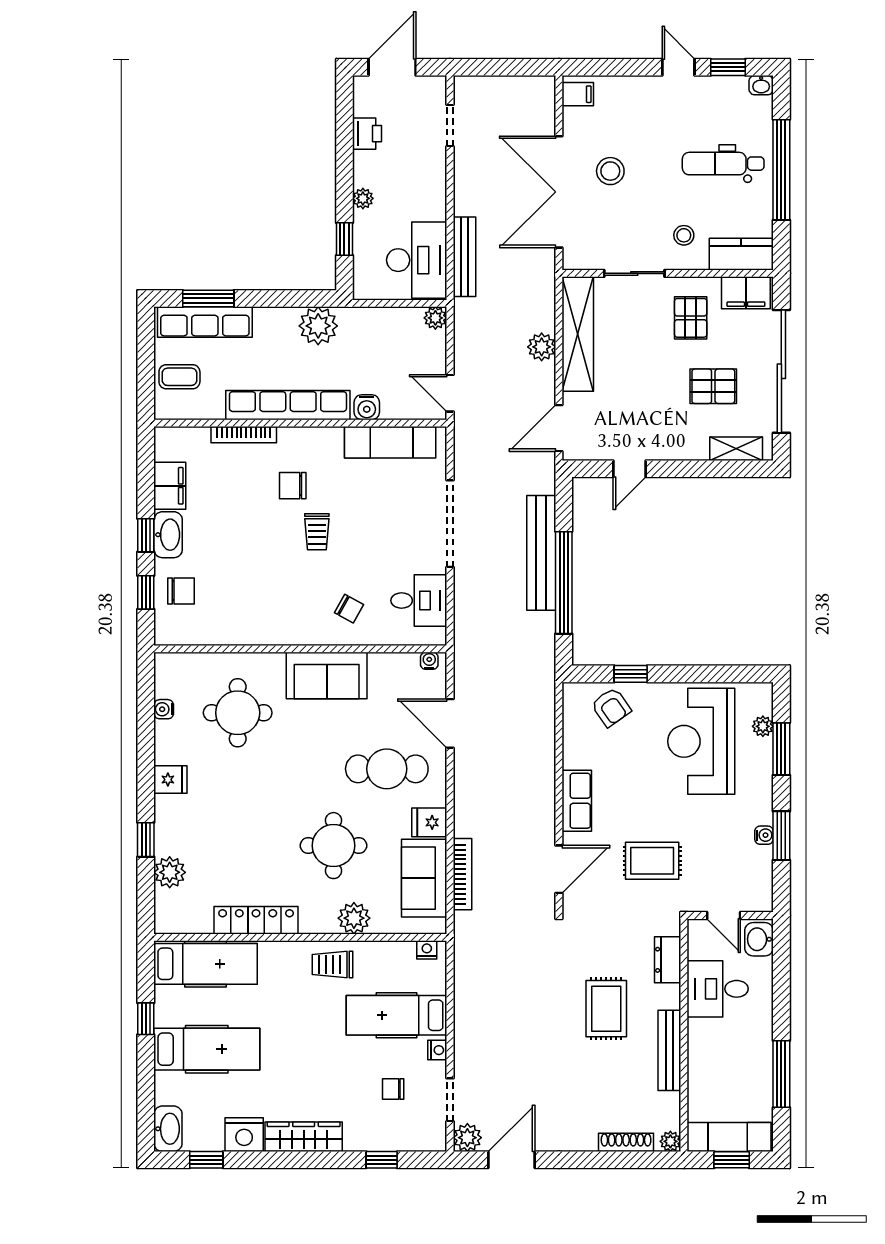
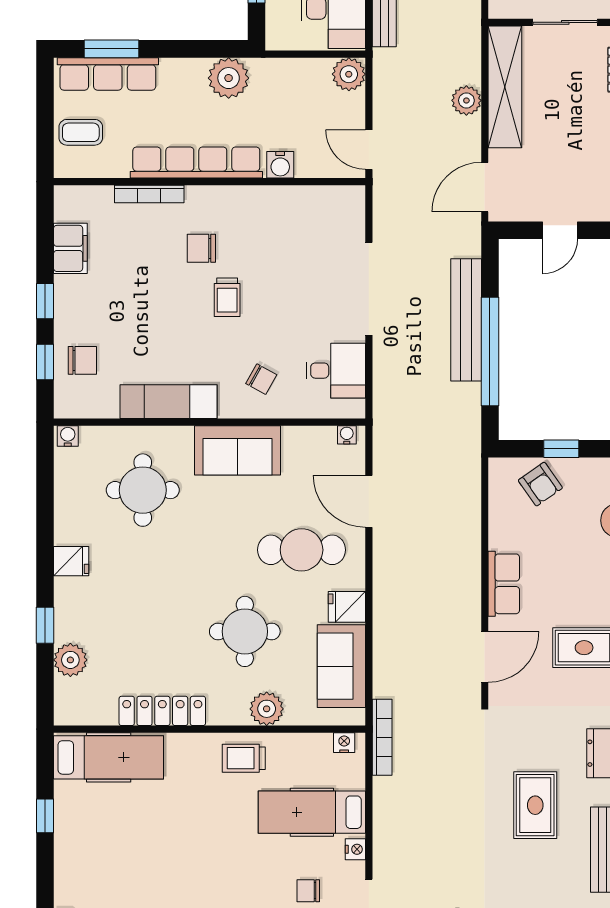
plant: (435, 318) -> (349, 74), width x1.38, depth x1.38
exam couch: (390, 442) -> (169, 402), moved, turned 180
washbasin: (168, 535) -> (69, 300), removed
water cooler: (164, 709) -> (68, 436), moved, turned 90
bookcase: (462, 874) -> (382, 737), moved
hospital bed: (207, 1049) -> (110, 848), removed

